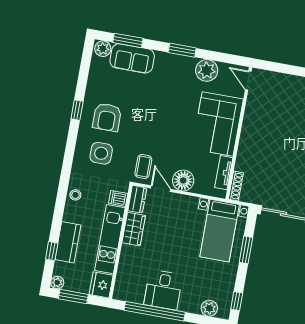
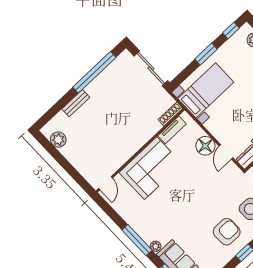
window: (182, 50) -> (137, 240), width x1.44
plant: (207, 70) -> (156, 246), moved, width x0.53, depth x0.53
coffee table: (143, 166) -> (227, 177), removed
window: (246, 250) -> (206, 54), moved

